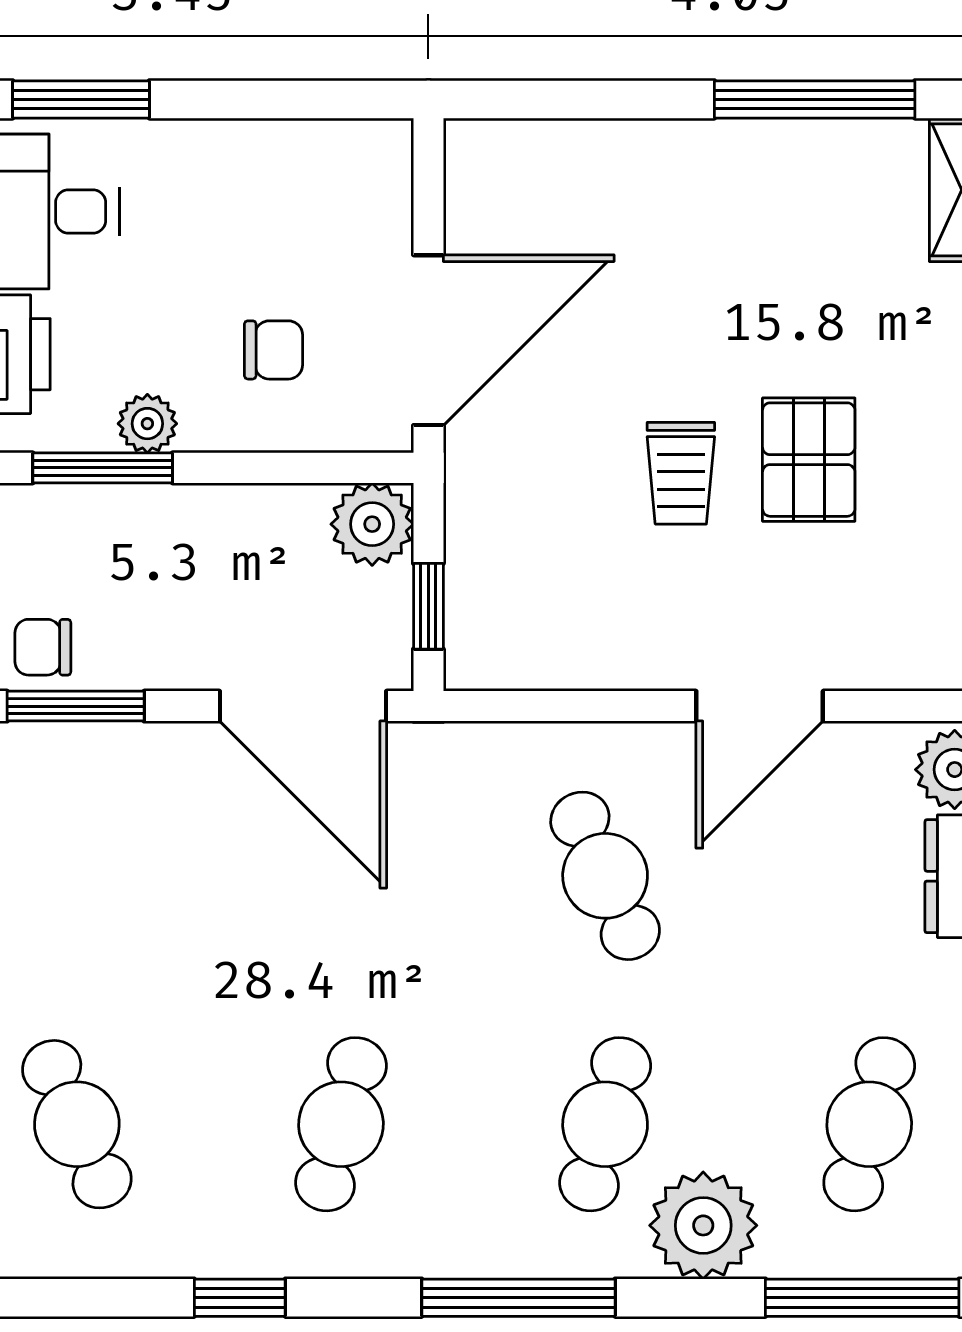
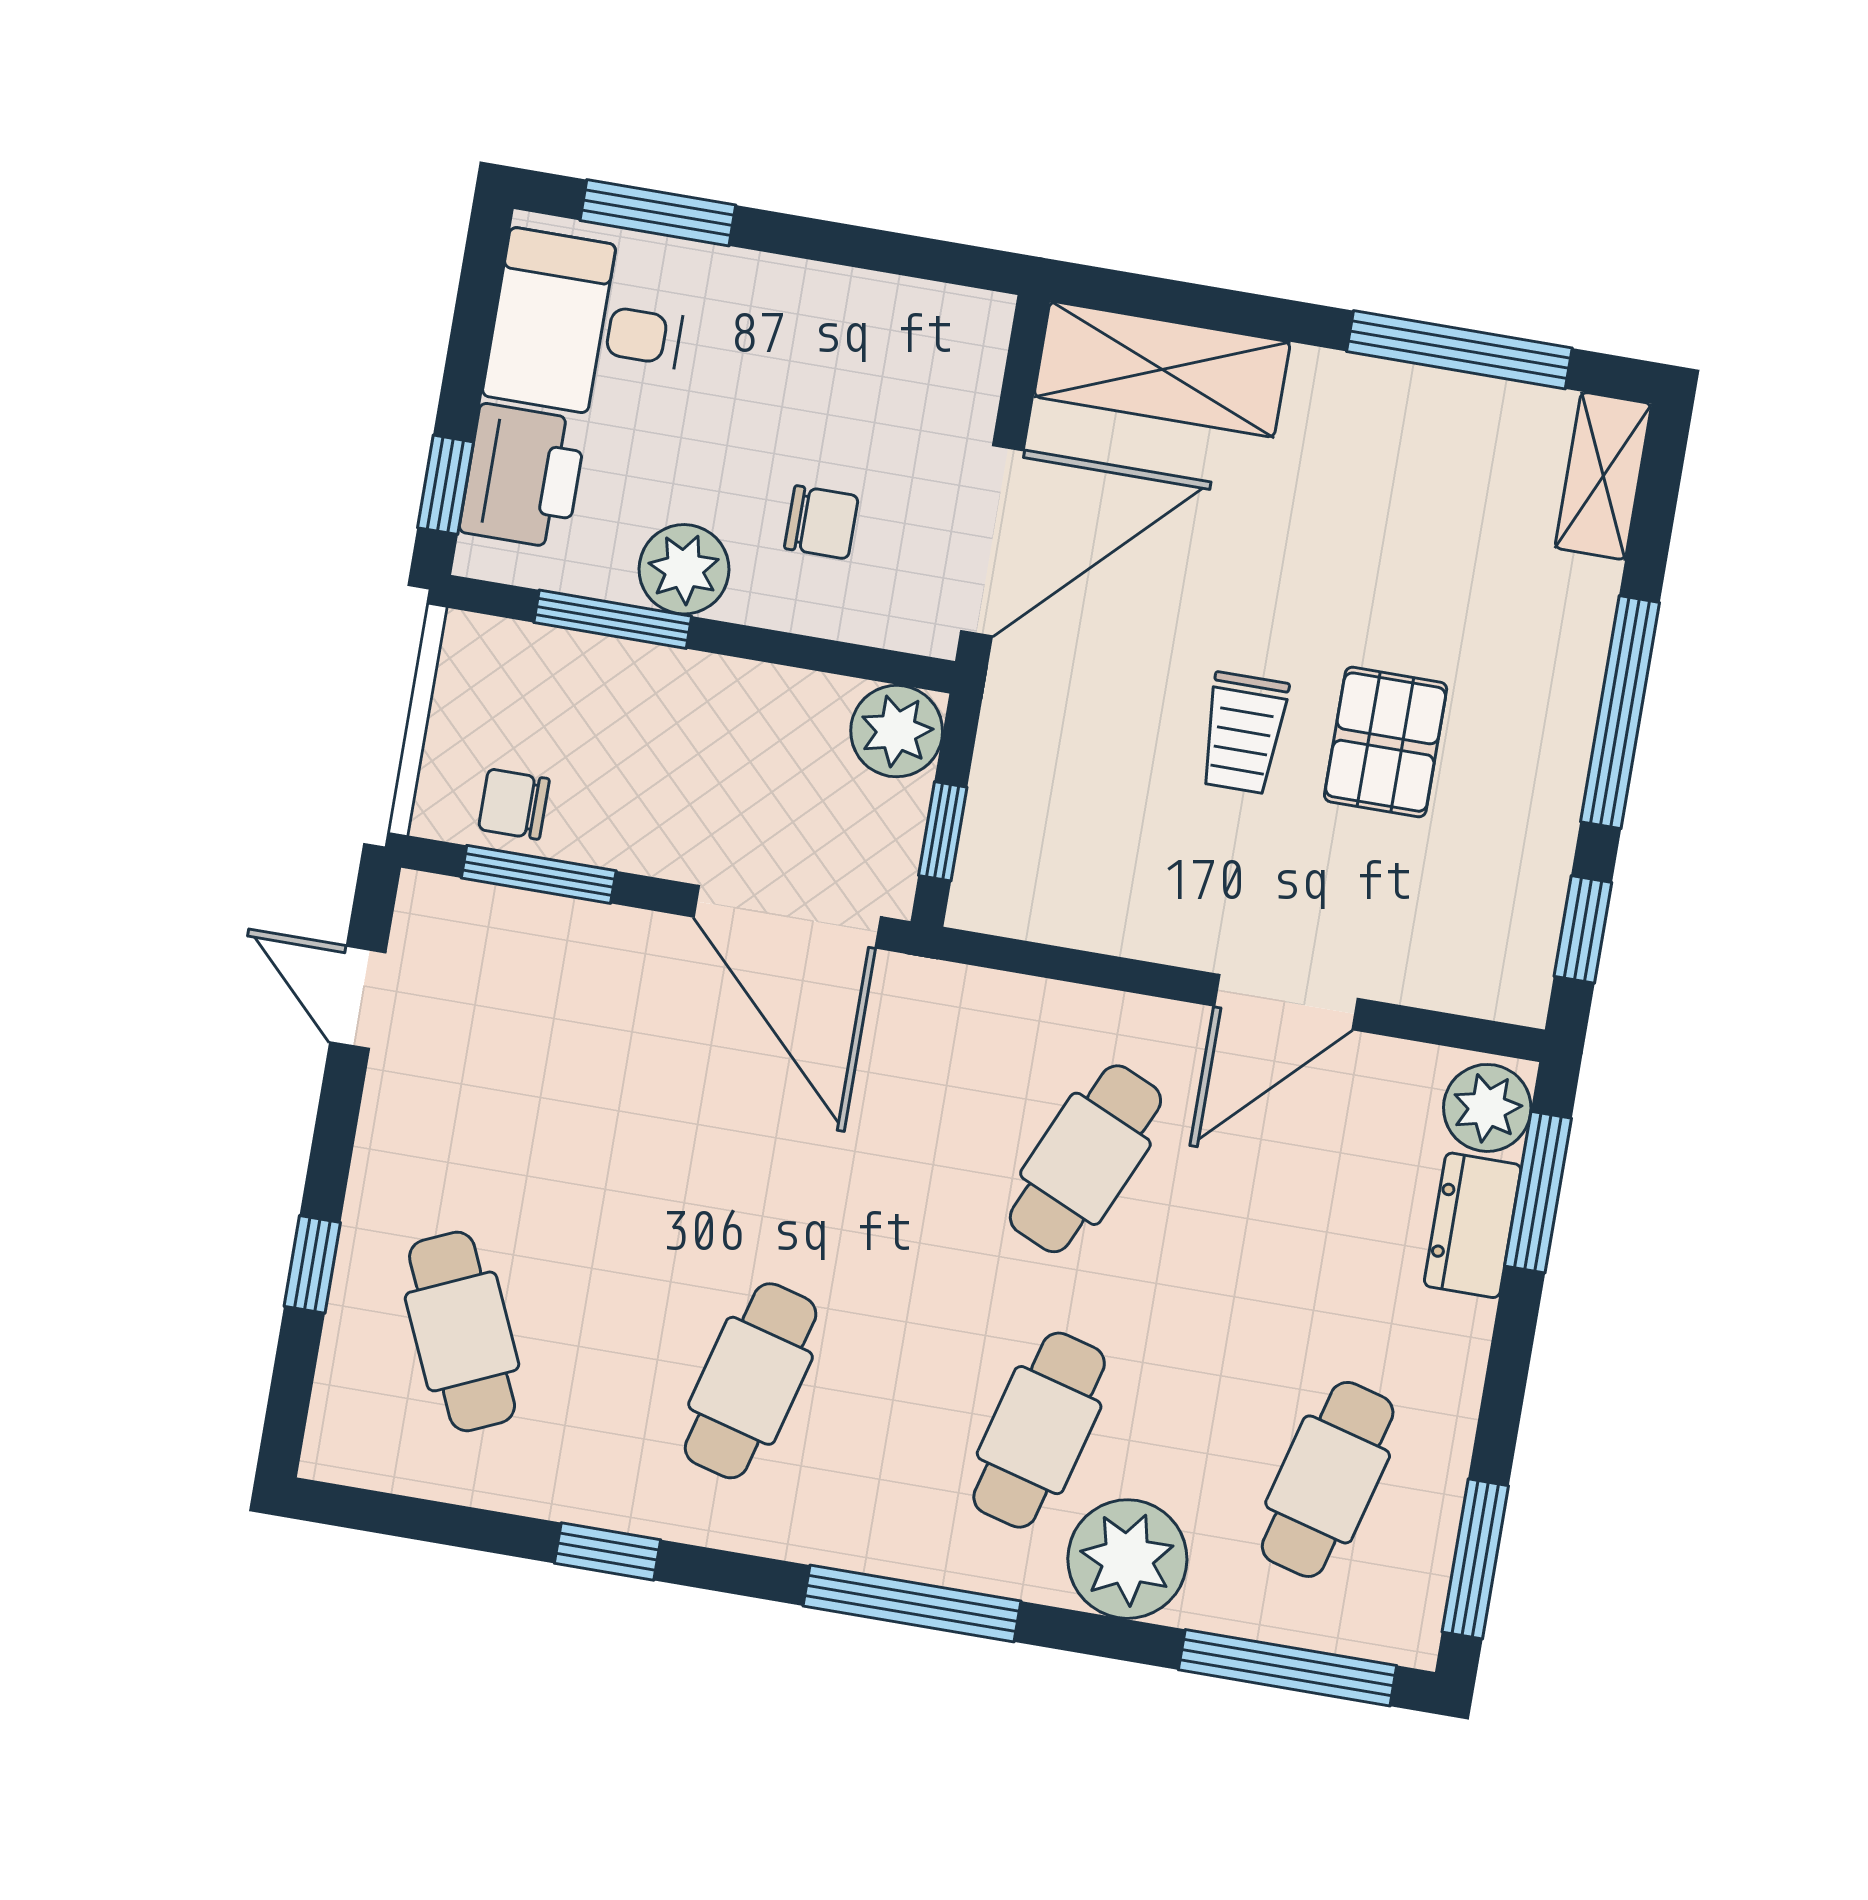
shelving: (553, 162) -> (1162, 369), added
plant: (147, 424) -> (684, 569), width x1.38, depth x1.38
cafe table: (605, 876) -> (1085, 1159), turned 48

